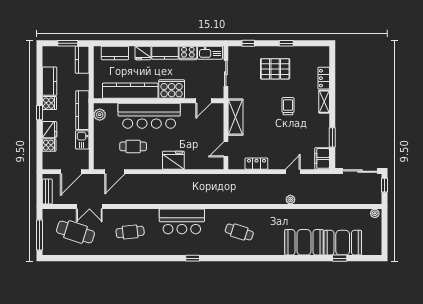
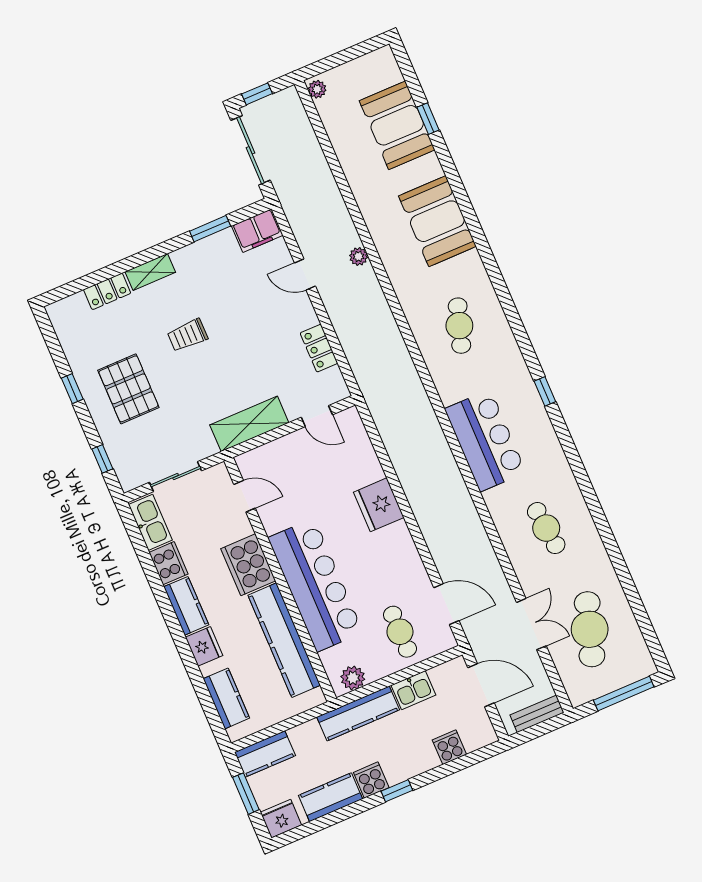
fridge: (49, 130) -> (281, 819), moved
cafe table: (133, 146) -> (400, 632), moved
booth: (304, 242) -> (437, 221), moved

